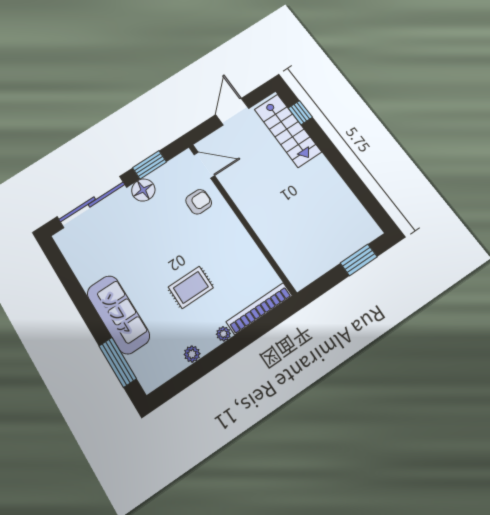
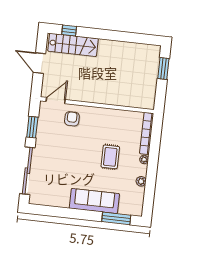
floor lamp: (143, 190) -> (43, 141), removed

